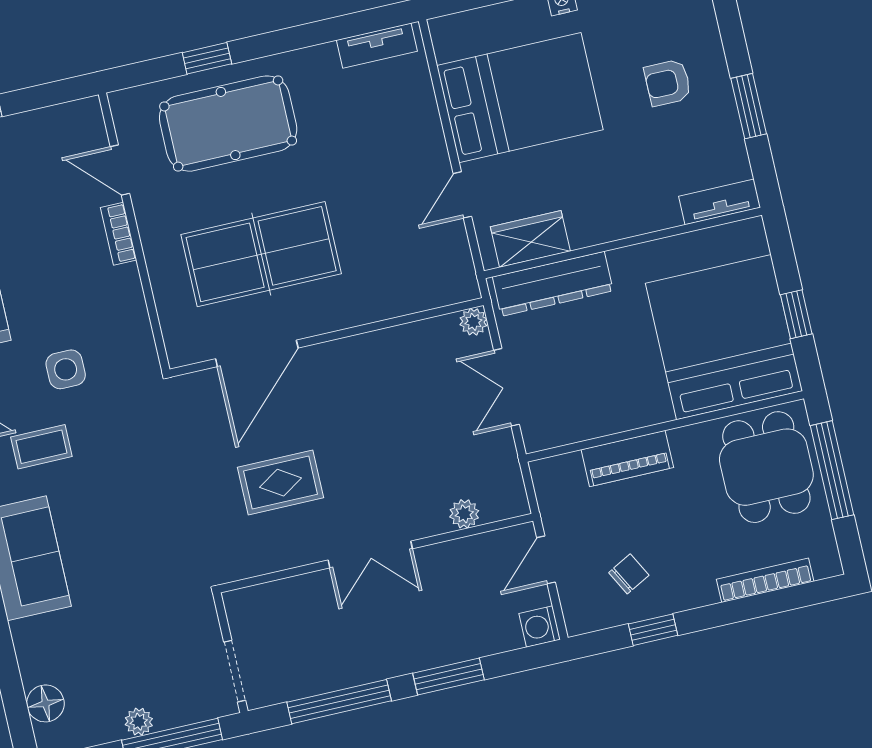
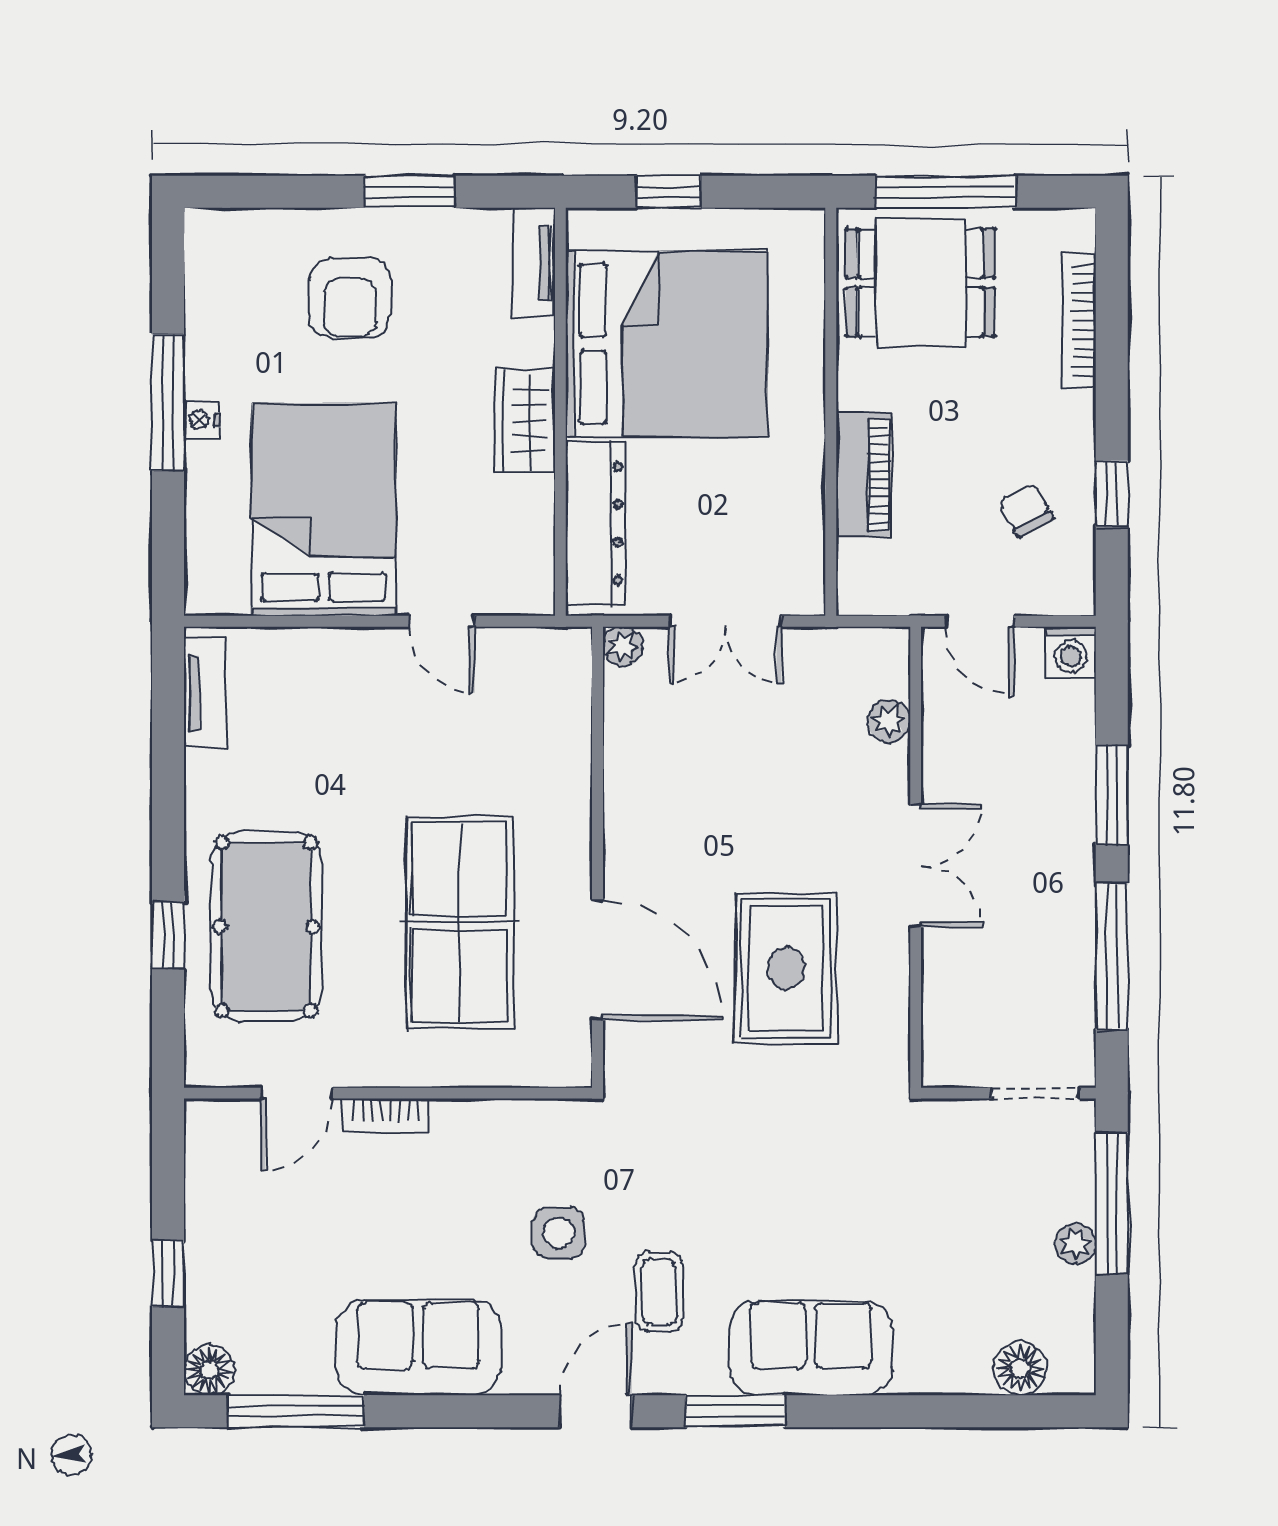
armchair: (668, 83) -> (350, 298), width x1.38, depth x1.38
wardrobe: (530, 239) -> (525, 421), moved
window: (796, 314) -> (668, 192), moved
bed: (724, 337) -> (667, 344), moved, turned 180
rug: (280, 483) -> (786, 968), width x1.36, depth x1.43

